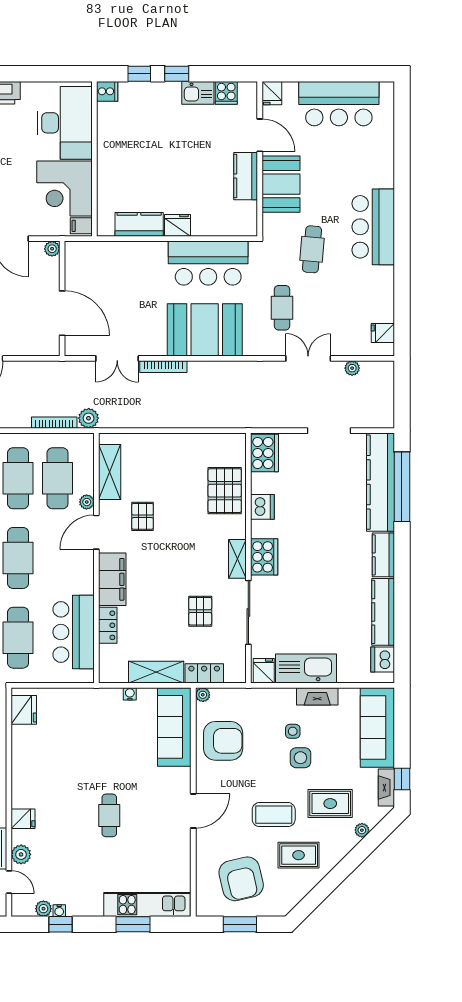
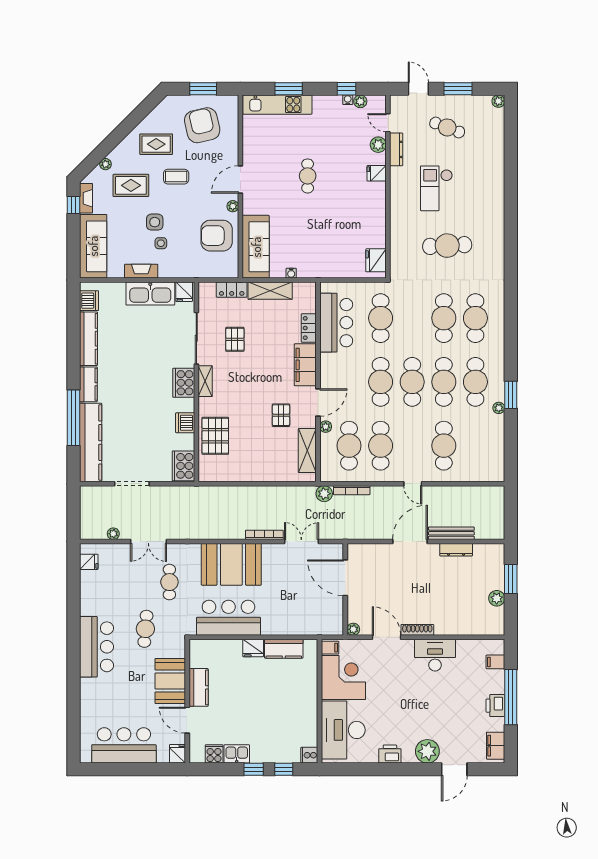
window: (402, 487) -> (73, 418), moved
plant: (203, 695) -> (233, 206), moved
coffee table: (274, 815) -> (176, 177), width x0.73, depth x0.77

